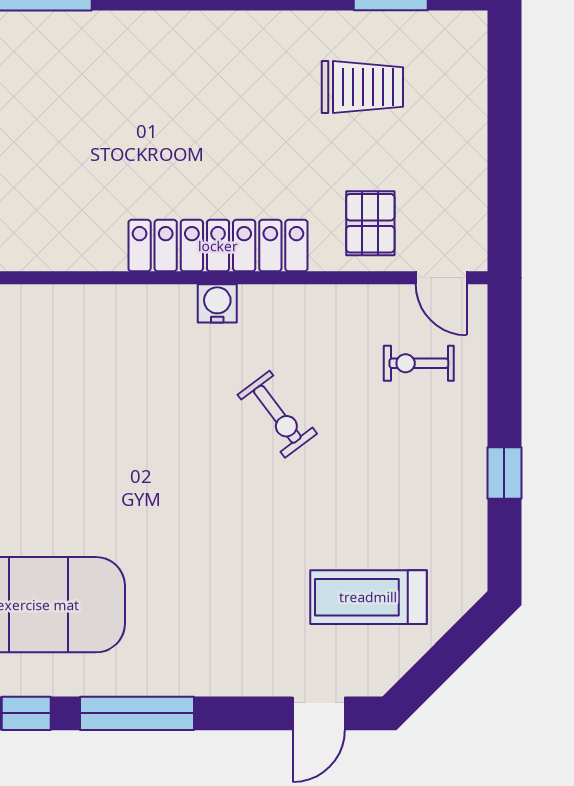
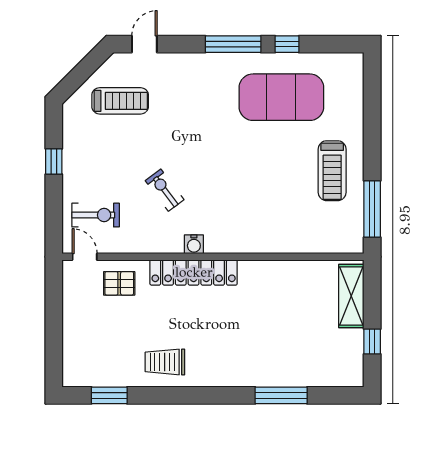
trolley: (362, 87) -> (165, 362), moved
pallet: (370, 223) -> (119, 283), turned 90
exercise bike: (419, 363) -> (96, 215), width x1.38, depth x1.39

